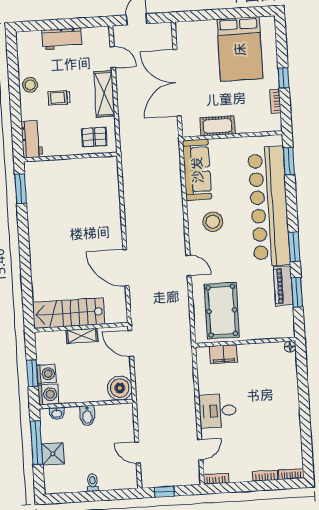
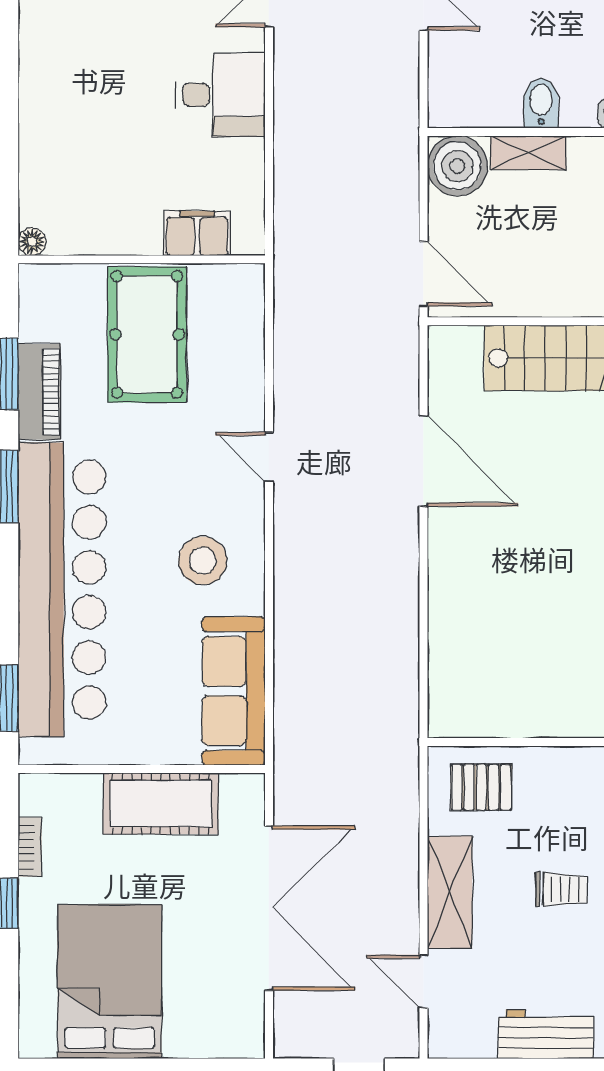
cot: (217, 126) -> (161, 804), width x1.37, depth x1.34
pool table: (222, 311) -> (147, 334), moved
shelving: (82, 336) -> (528, 153), moved

